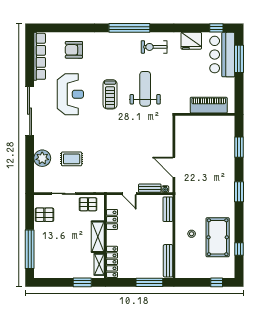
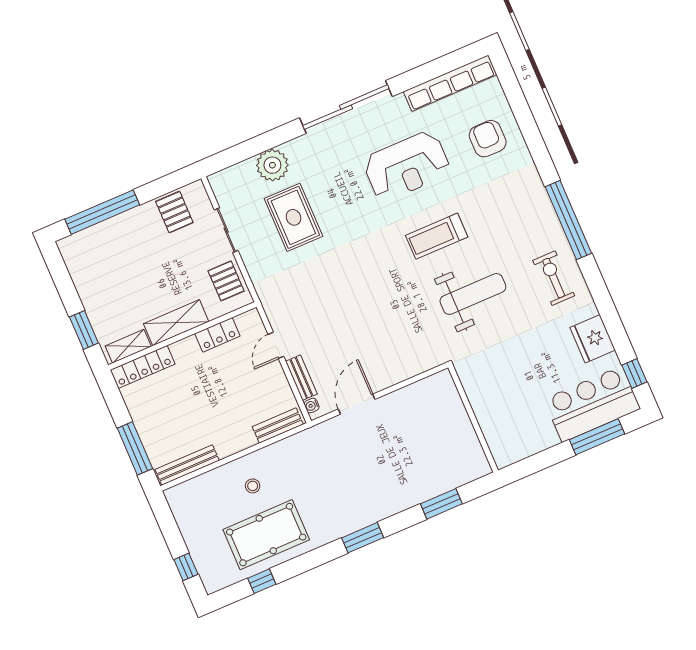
piano: (209, 105) -> (492, 418), removed
rug: (72, 159) -> (293, 217), width x1.36, depth x1.43

